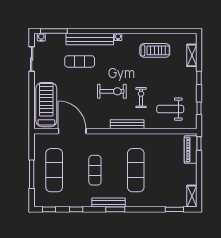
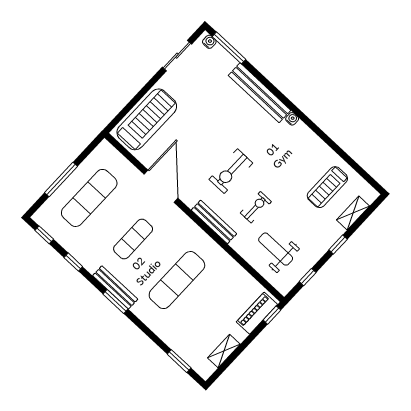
treadmill: (155, 50) -> (327, 187), moved, turned 90
exercise mat: (80, 61) -> (226, 107), removed
exercise bike: (112, 91) -> (231, 171), turned 90
door: (72, 131) -> (161, 186), moved
shelving: (192, 196) -> (224, 351), moved

